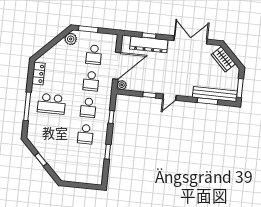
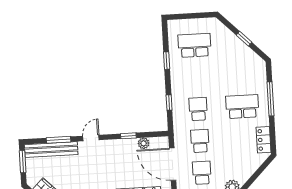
door: (117, 66) -> (173, 164), hinge flipped
plant: (122, 85) -> (144, 143), moved
door: (169, 97) -> (91, 138), moved
school desk: (85, 134) -> (194, 45), moved, width x1.85

